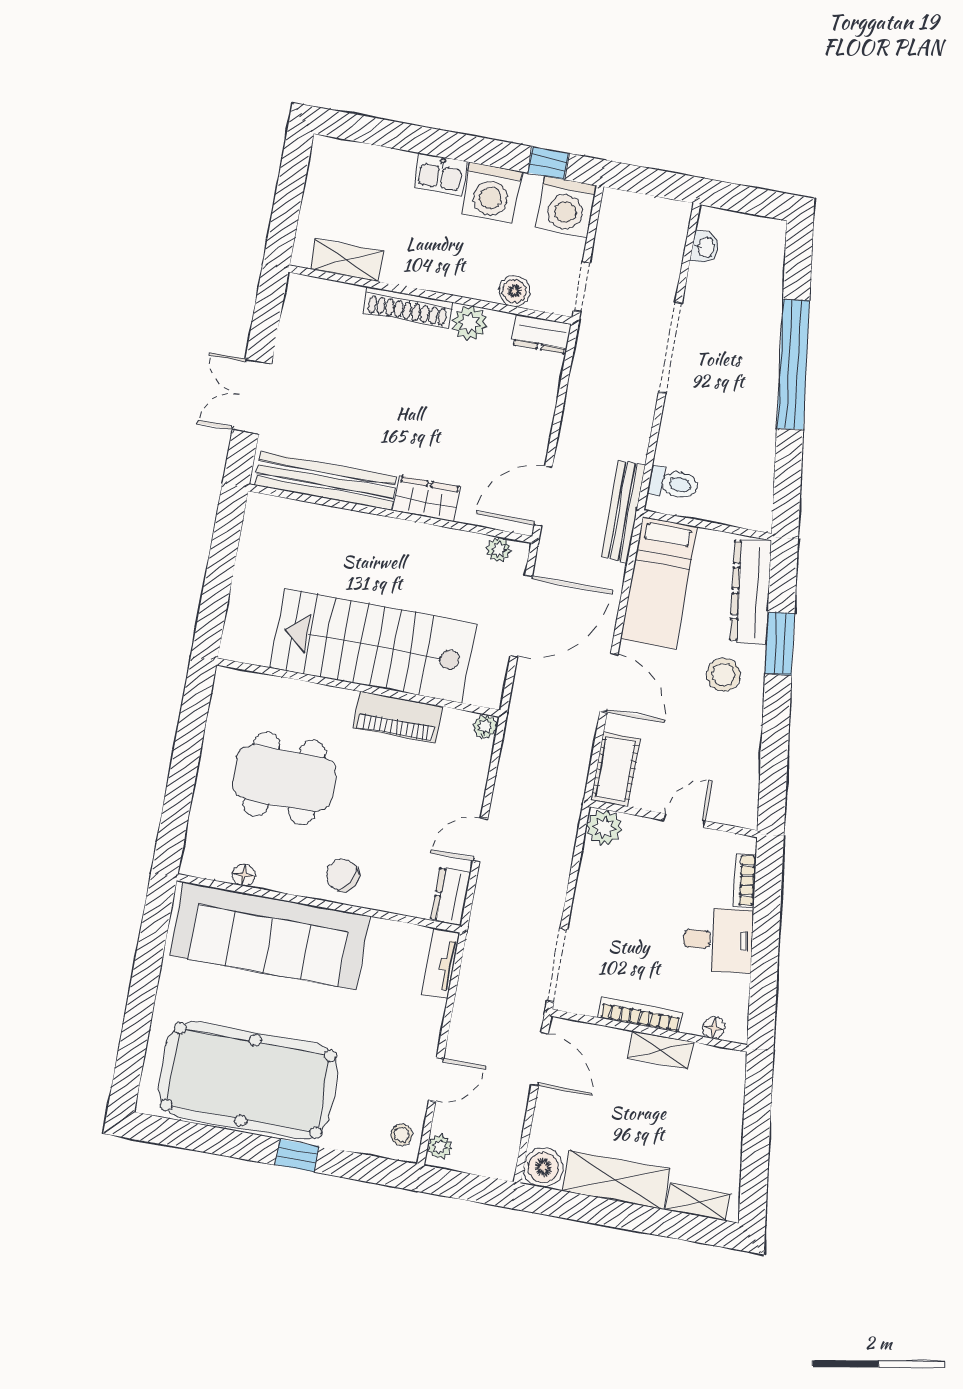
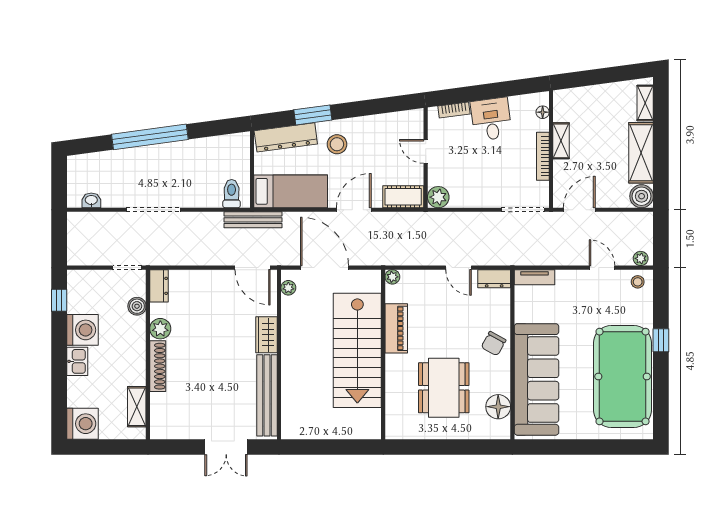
washing machine: (566, 207) -> (83, 424), moved
floor lamp: (244, 875) -> (498, 407), width x1.89, depth x1.89

